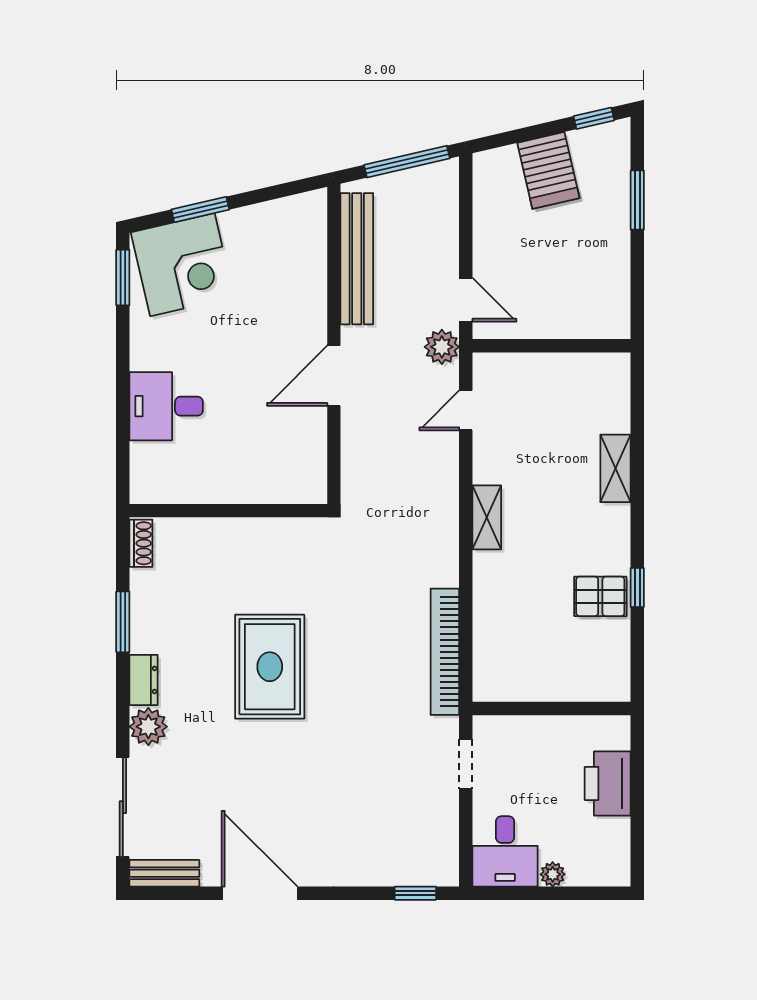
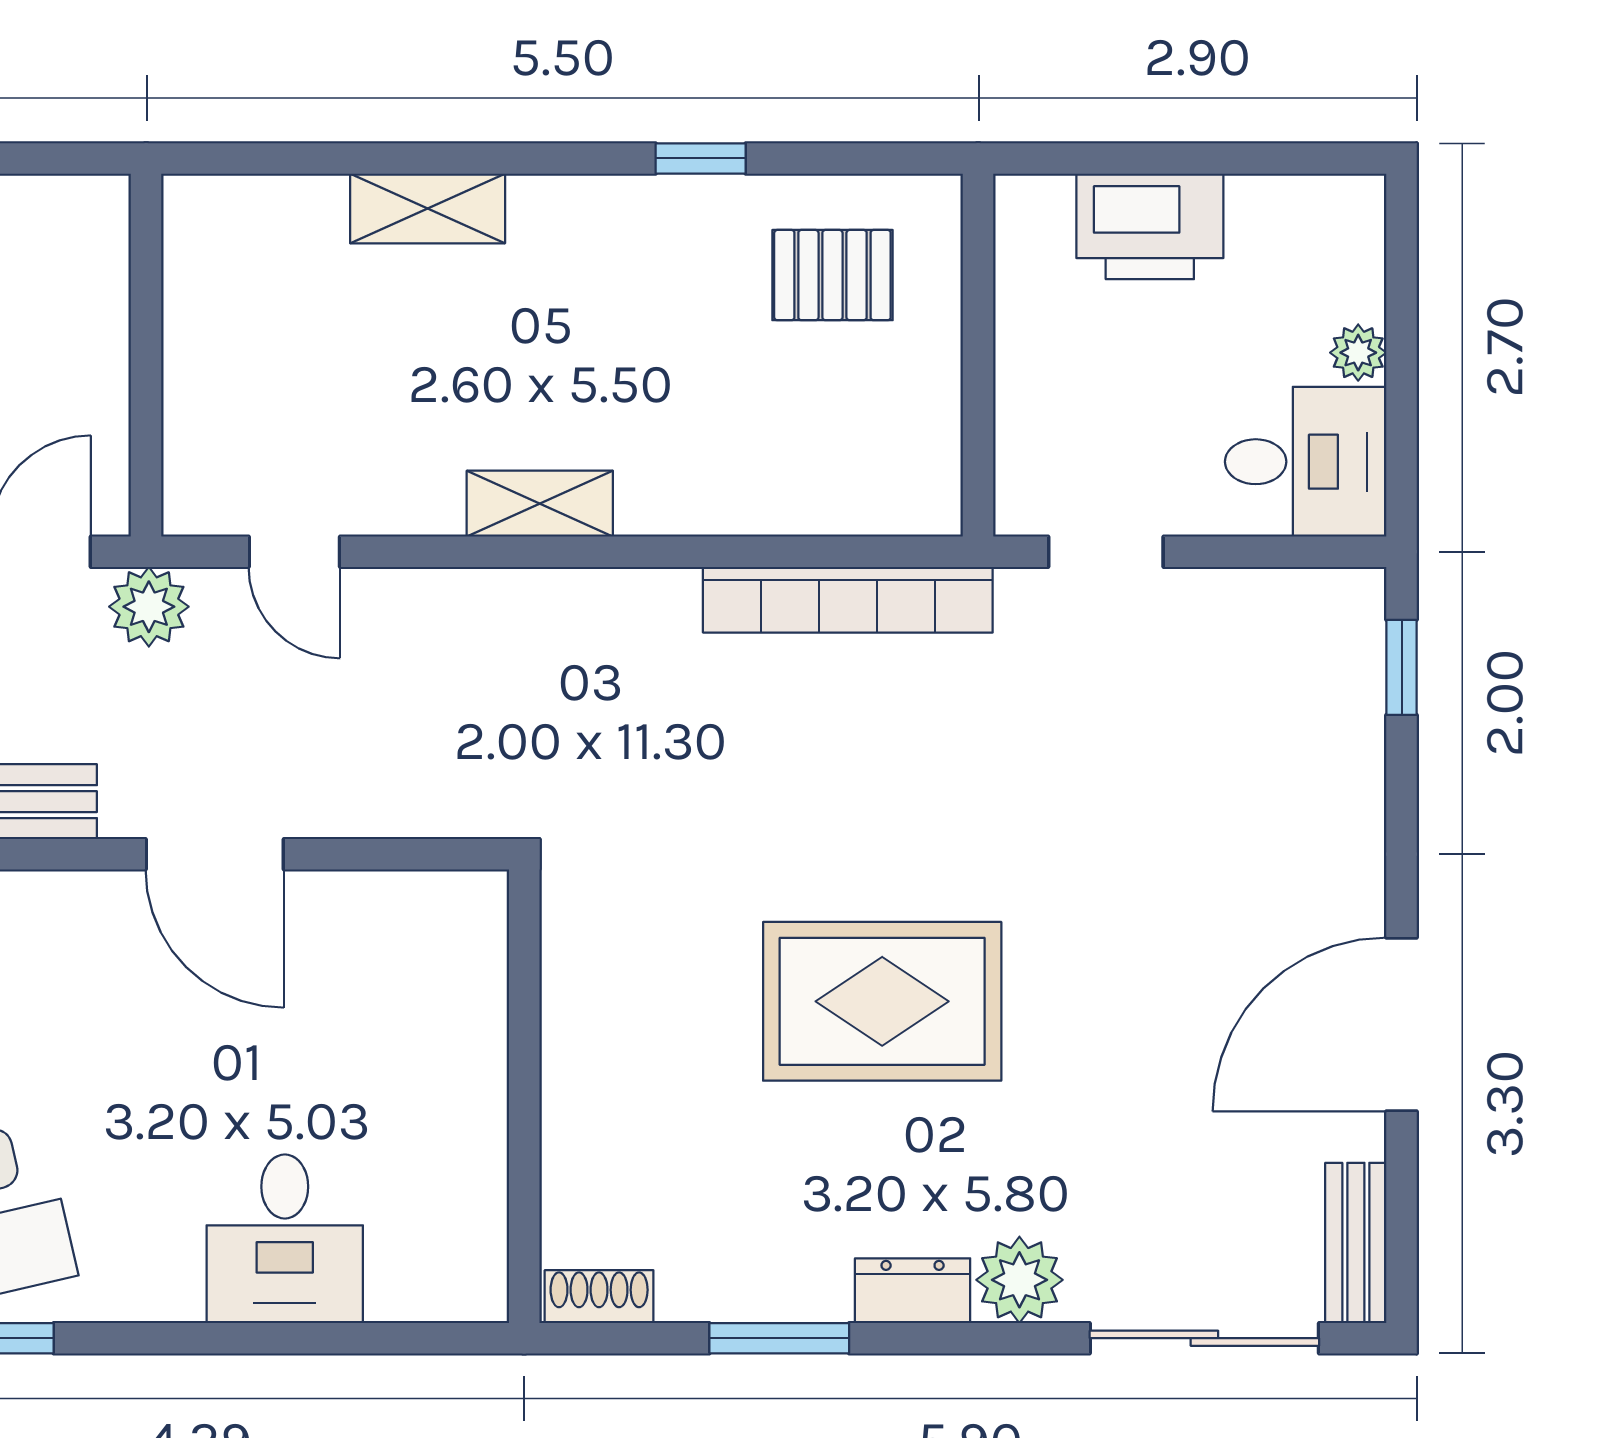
pallet: (600, 596) -> (832, 275), moved, turned 90

